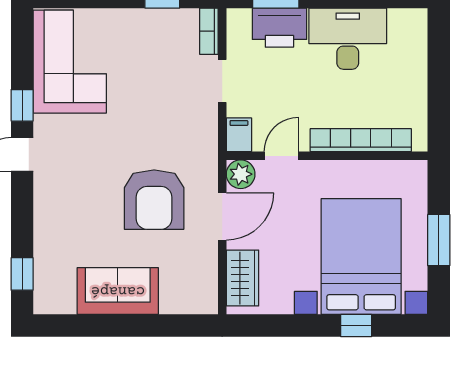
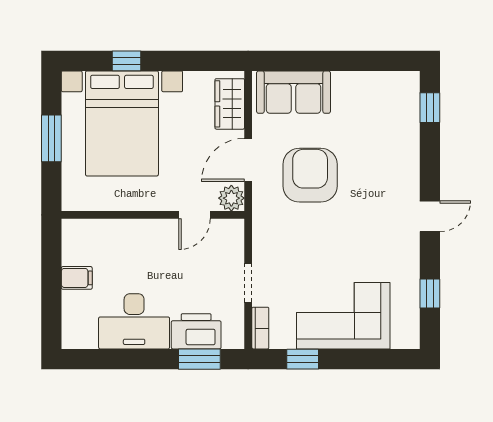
corner sofa: (70, 62) -> (343, 316), moved, turned 90
window: (22, 105) -> (430, 294), moved
filing cabinet: (239, 135) -> (77, 278), moved, turned -90
bookcase: (361, 140) -> (122, 229), removed
sofa: (118, 291) -> (294, 92), moved

